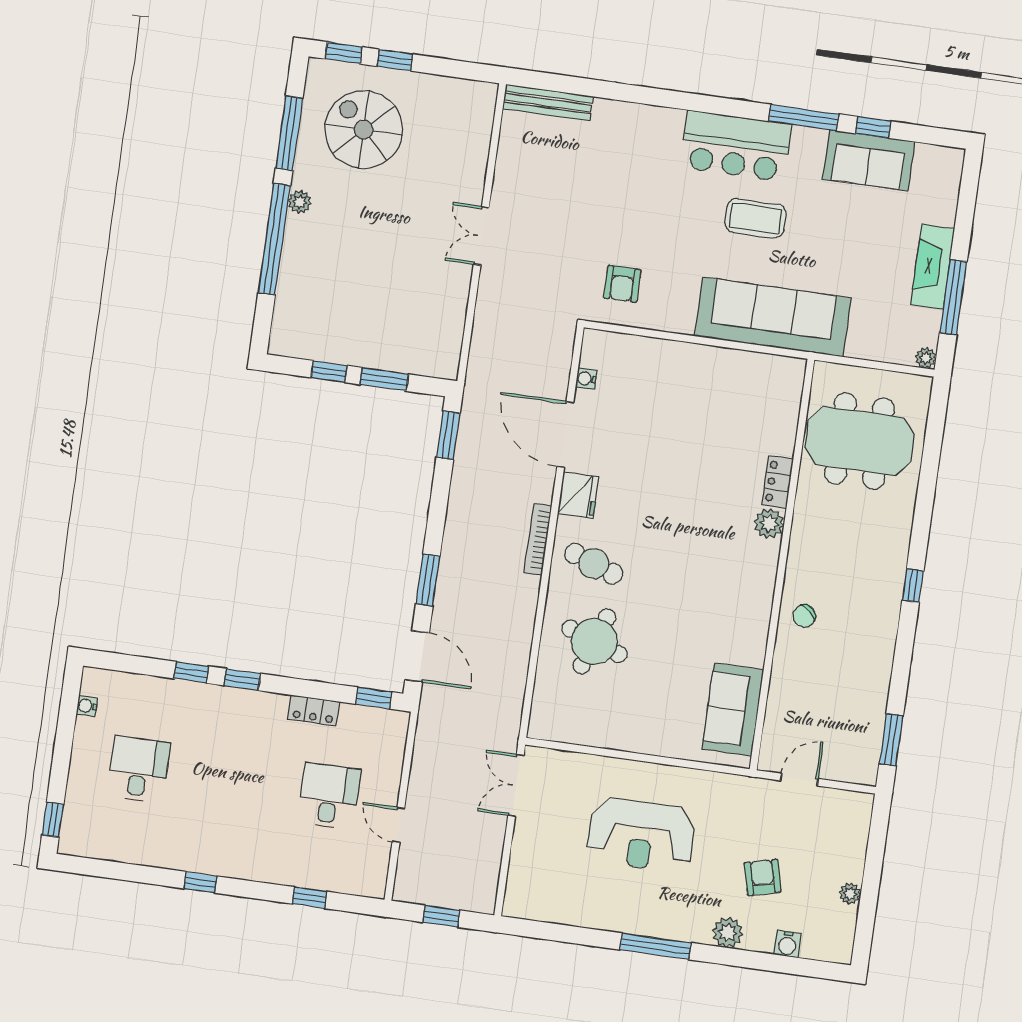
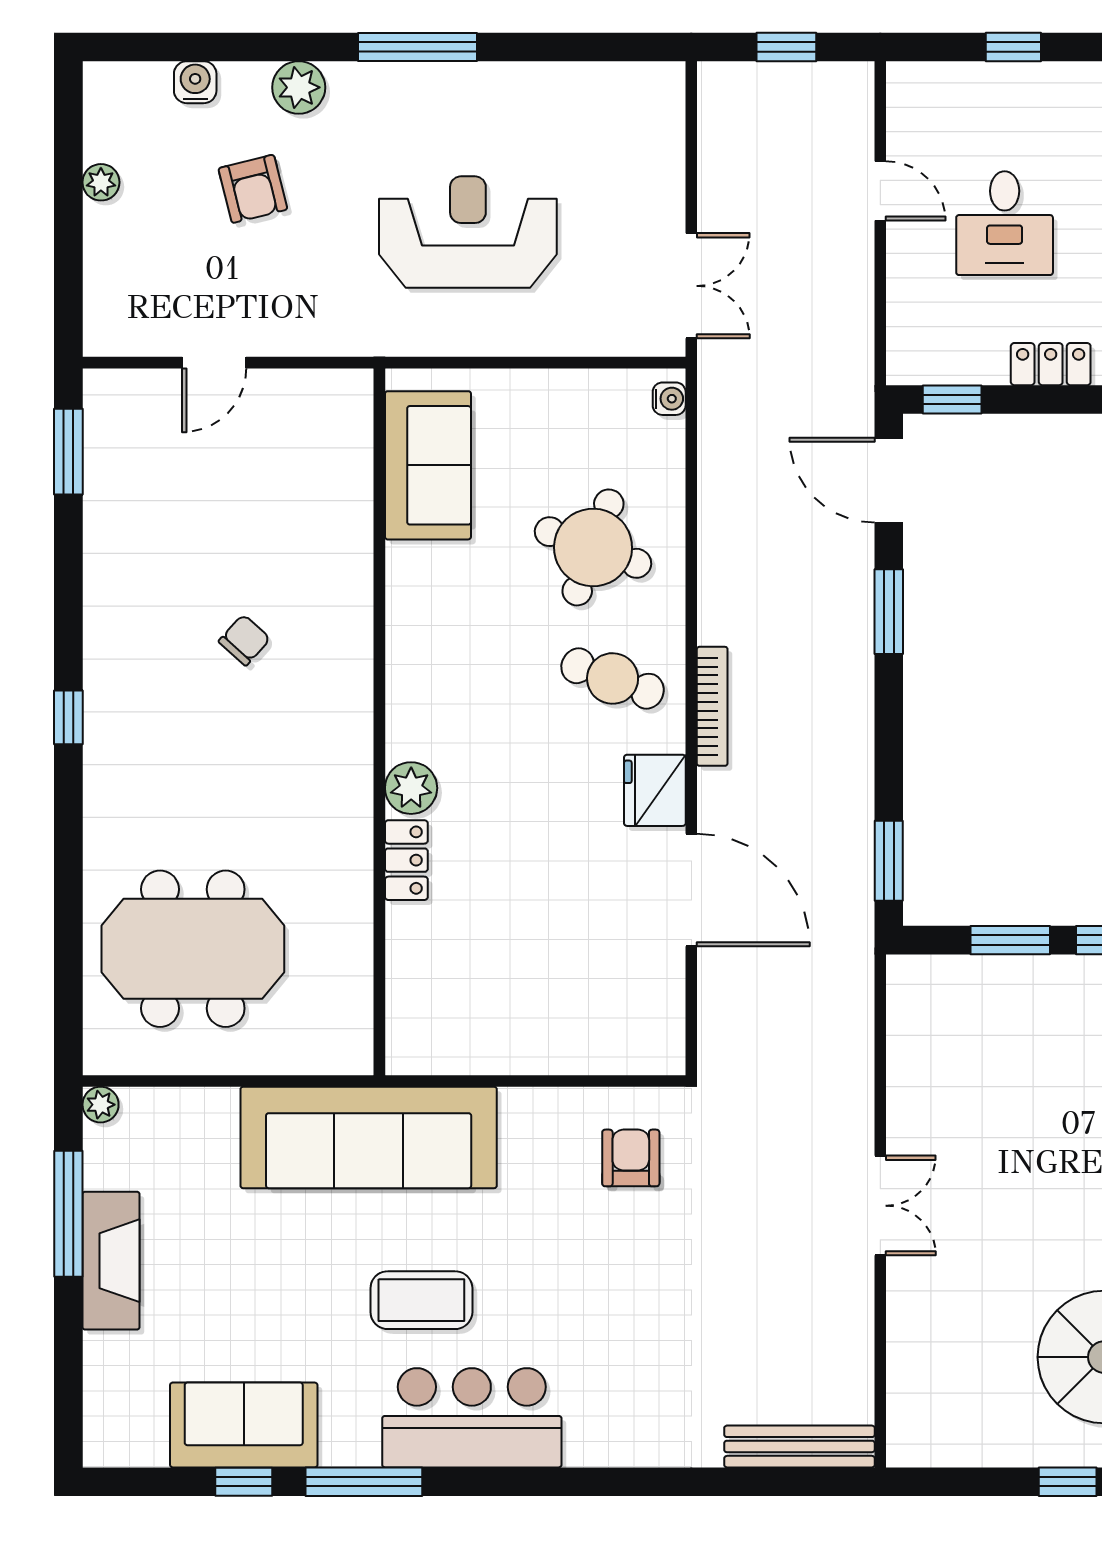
water cooler: (586, 379) -> (669, 399), moved
locker: (778, 482) -> (406, 860), moved
plant: (769, 523) -> (411, 788), moved
wall: (782, 565) -> (379, 722), moved
sofa: (733, 709) -> (428, 465), moved

